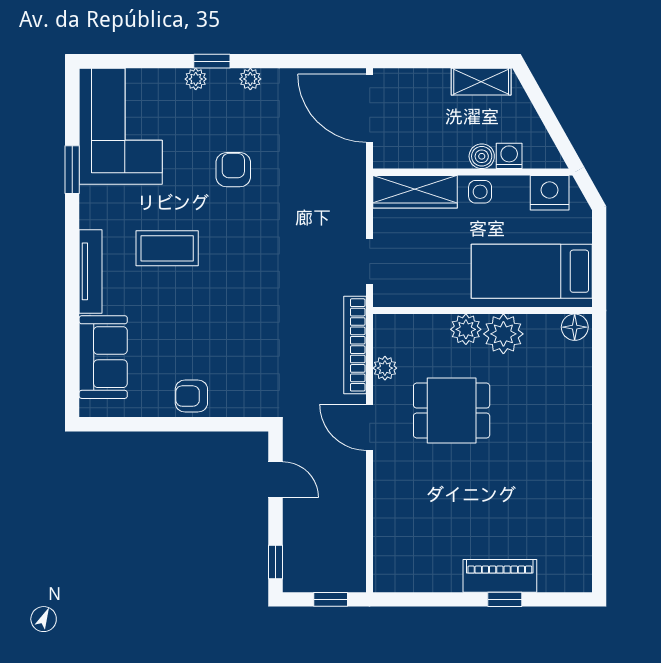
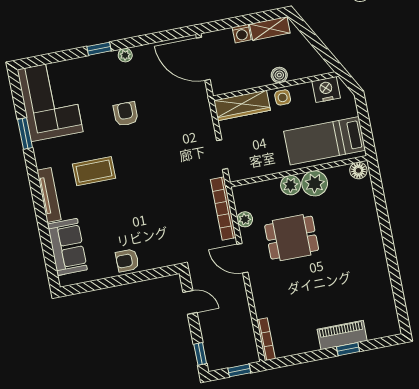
plant: (196, 79) -> (91, 62), removed
washing machine: (509, 156) -> (242, 34), moved, turned 180
bookcase: (381, 559) -> (266, 339), added

